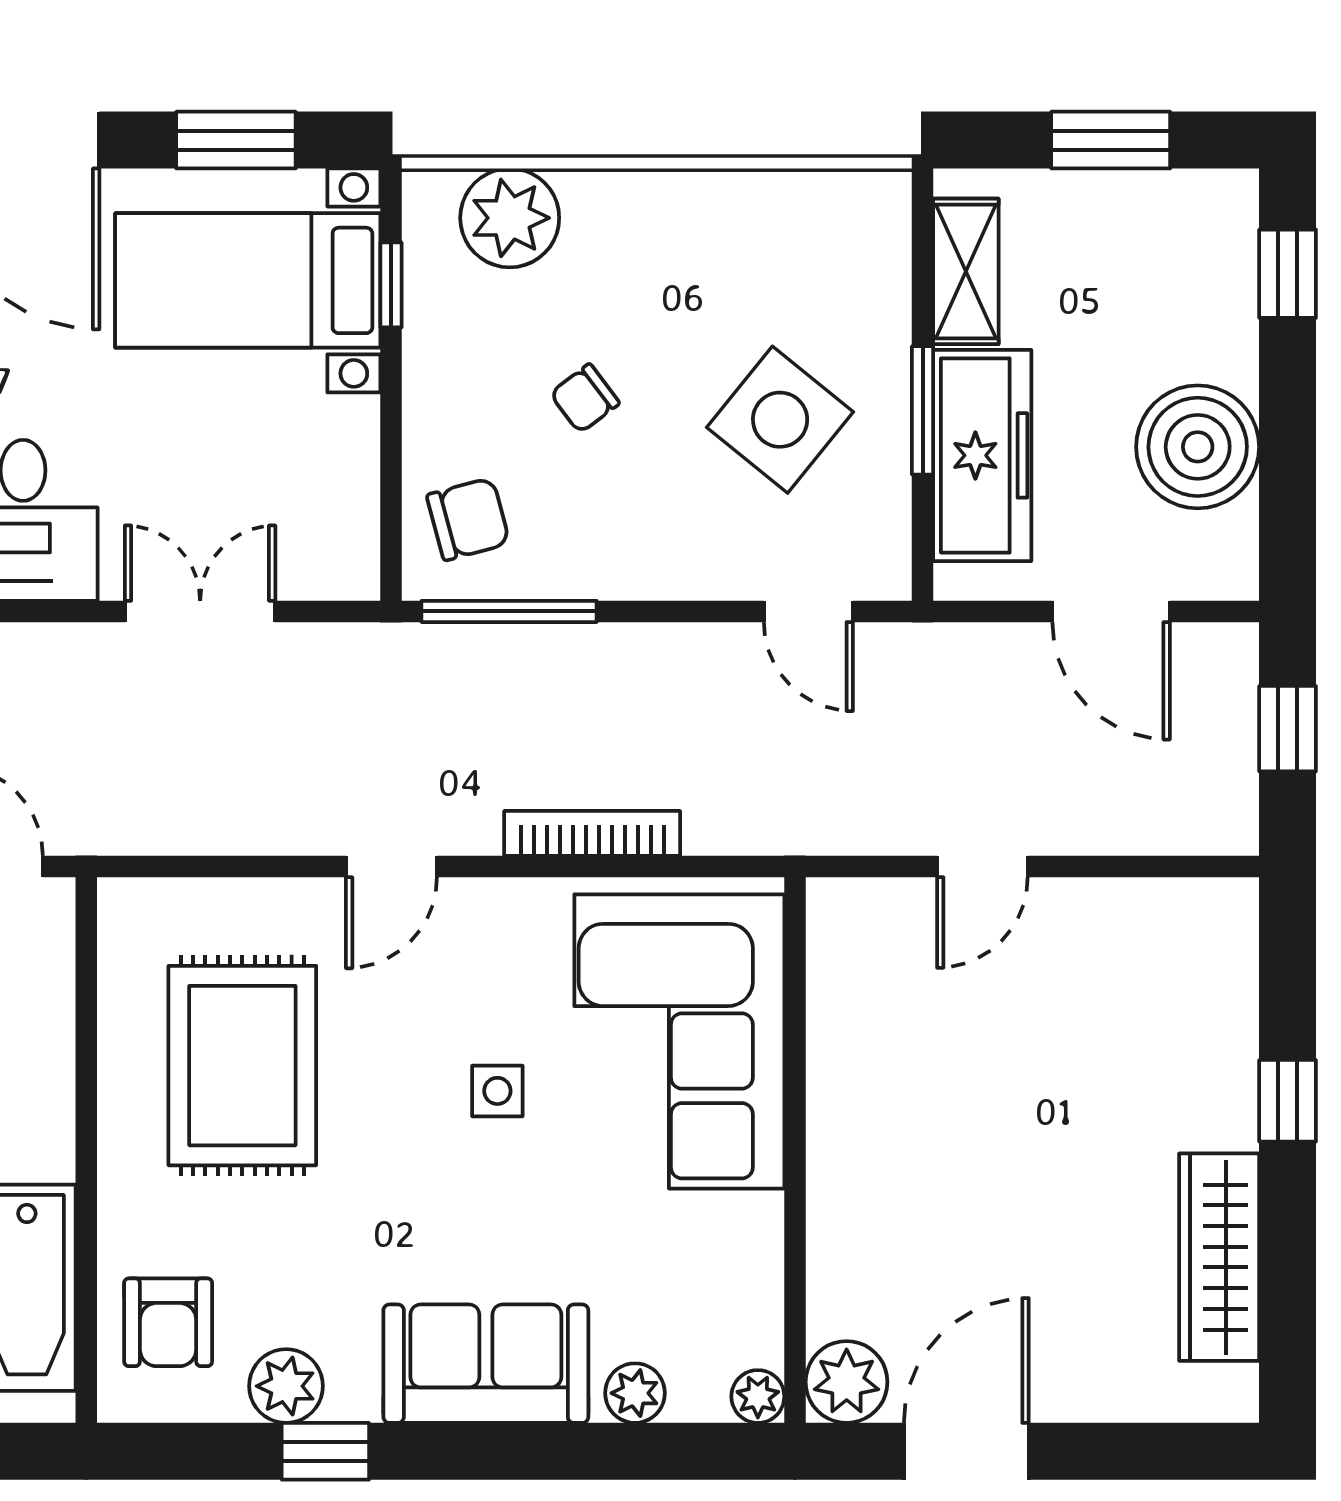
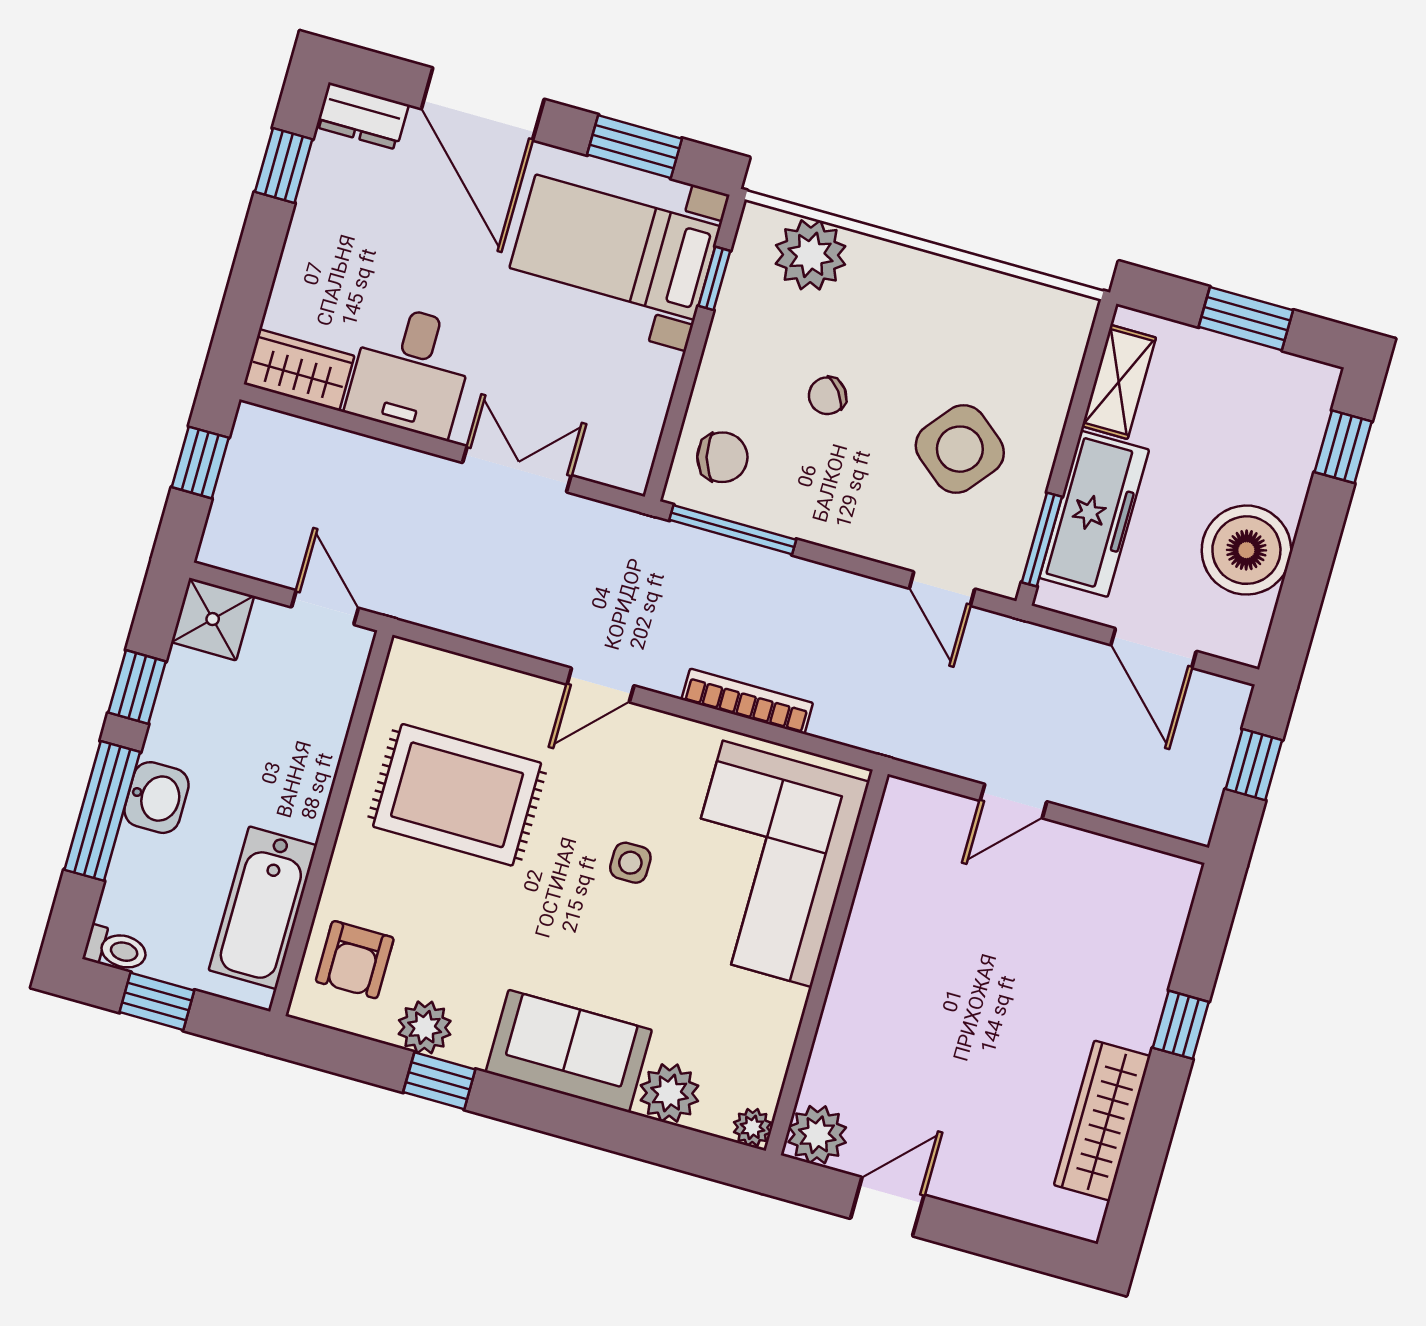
window: (923, 410) -> (1042, 539), moved
rug: (242, 1066) -> (457, 795), turned 90
plant: (635, 1393) -> (669, 1093), width x1.38, depth x1.38
door: (966, 1451) -> (887, 1207), width x0.73

